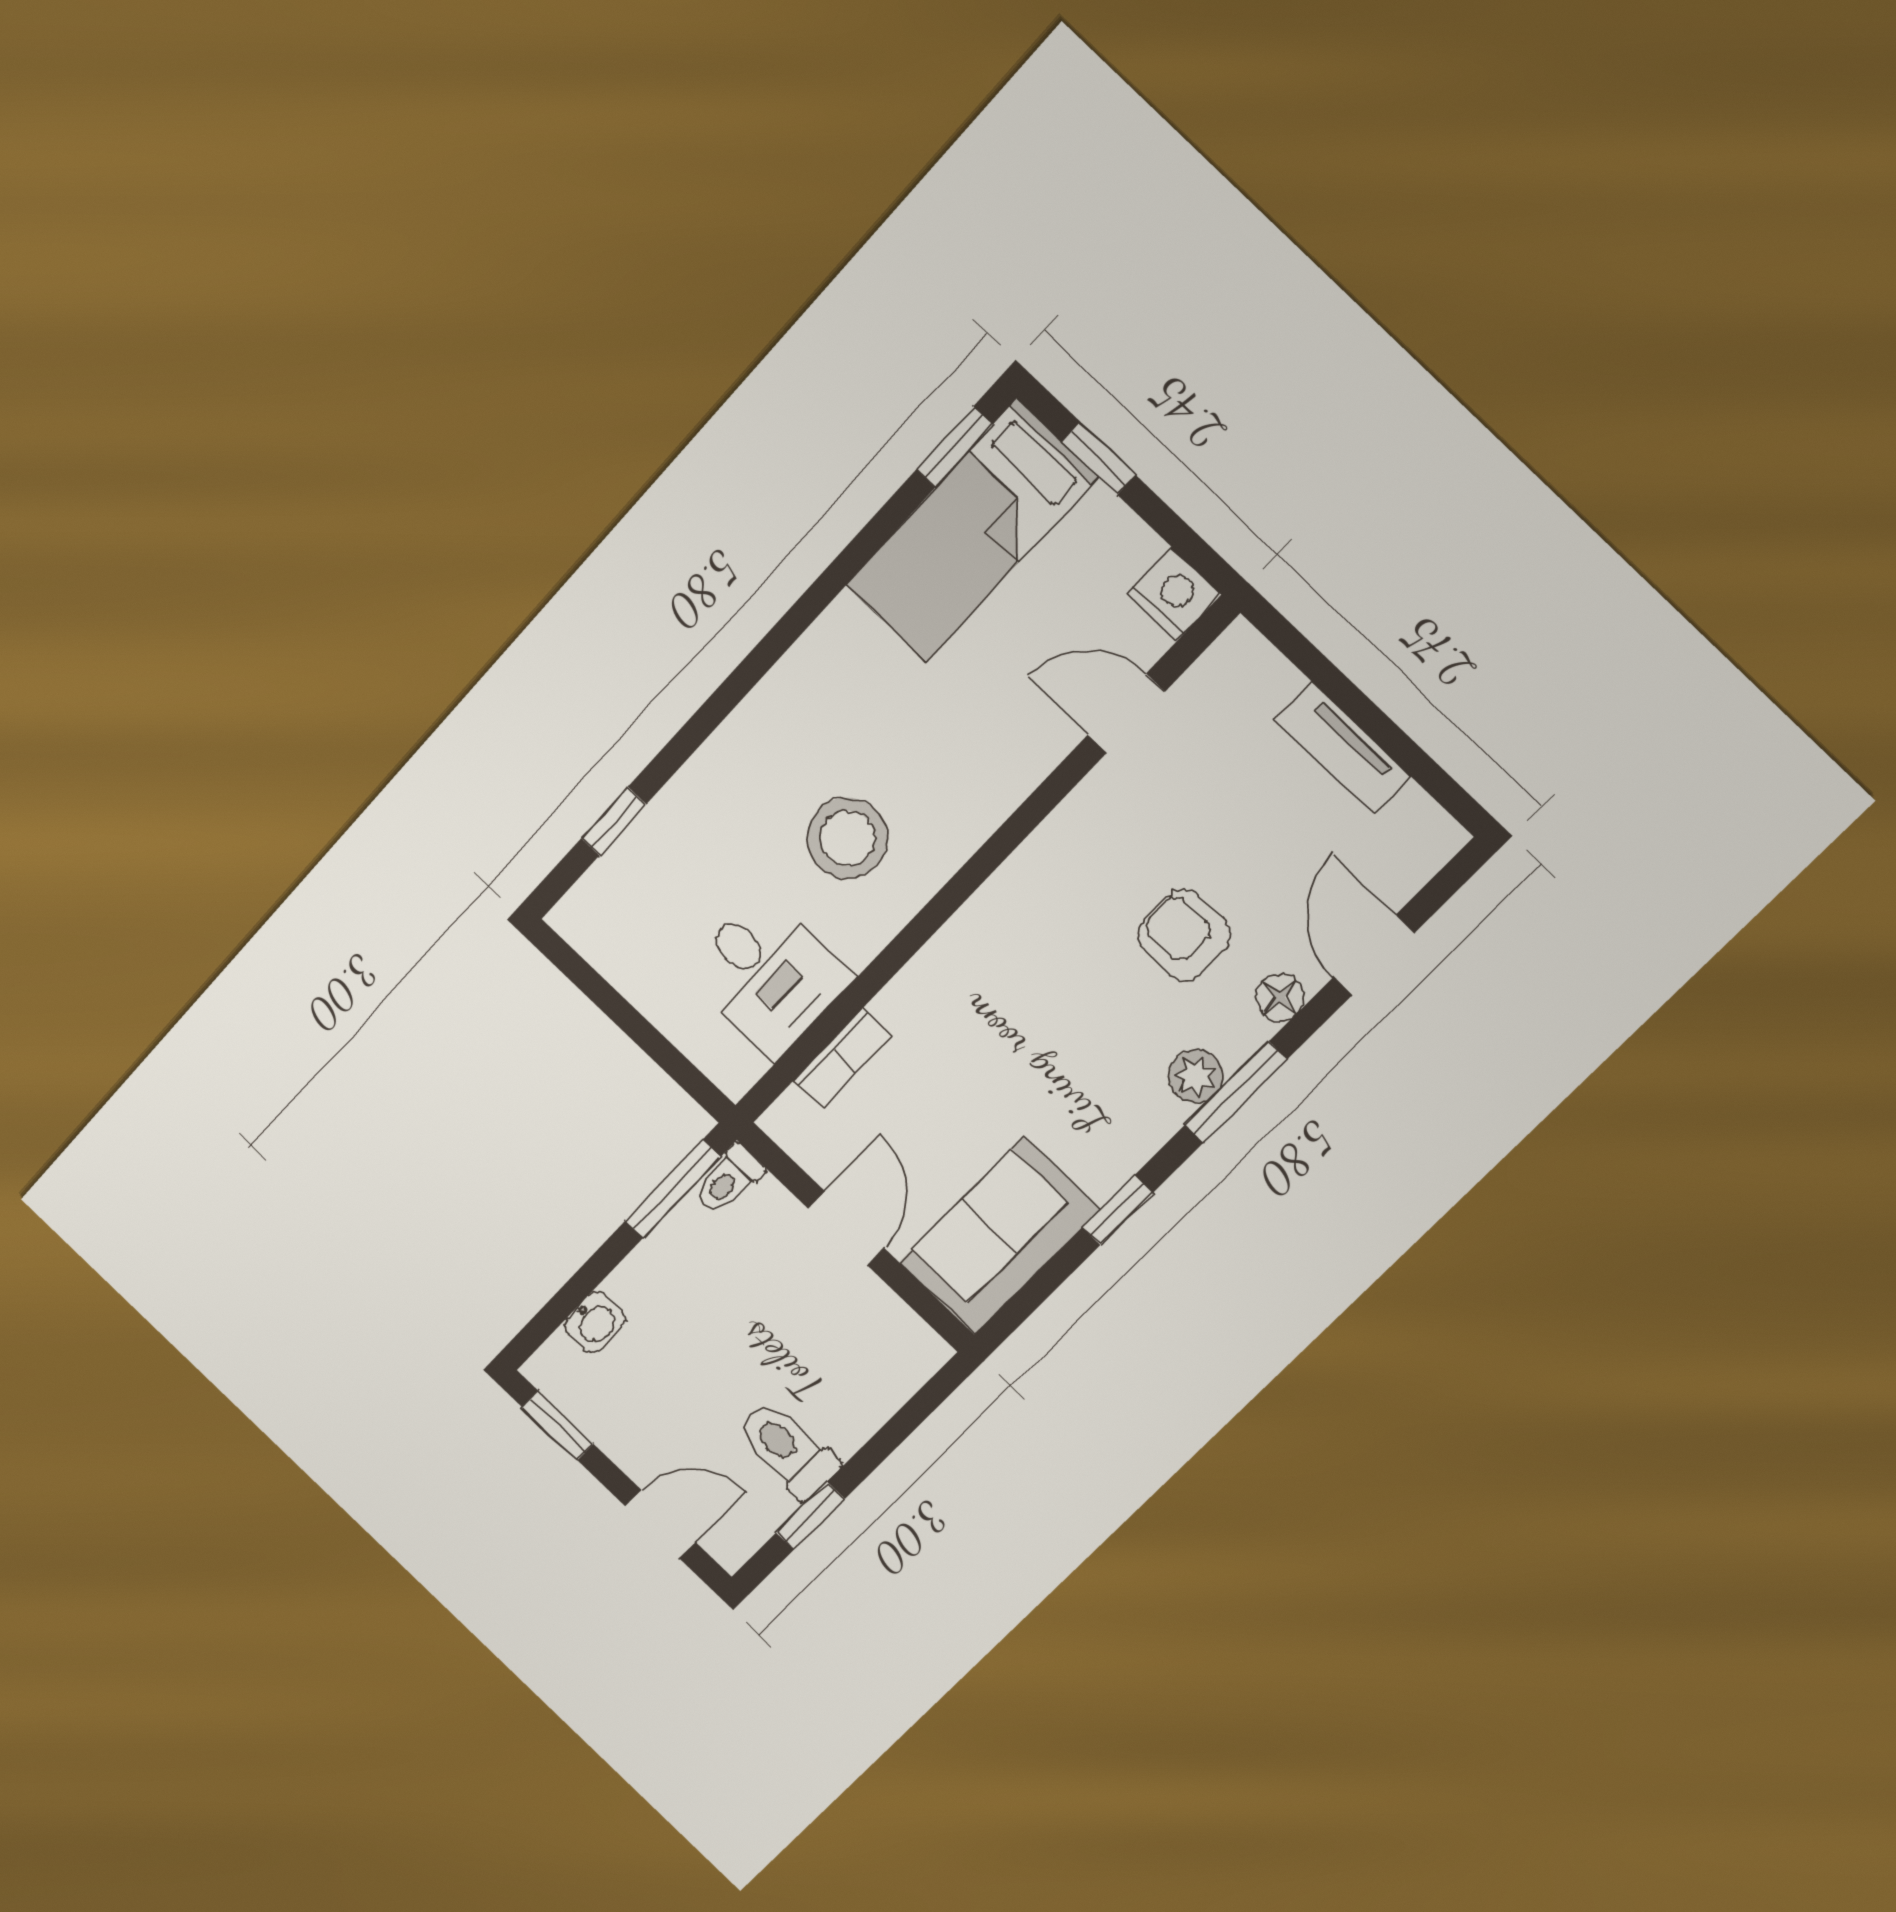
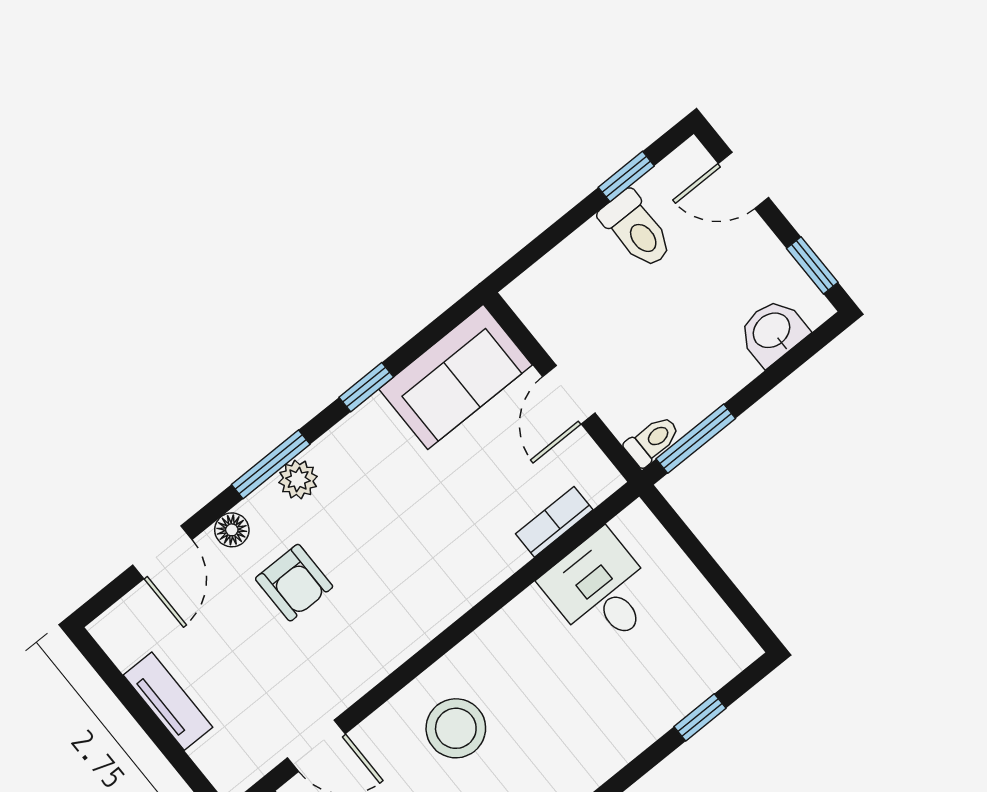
stool: (847, 838) -> (456, 728), moved
washbasin: (595, 1322) -> (772, 332), width x1.38, depth x1.45

